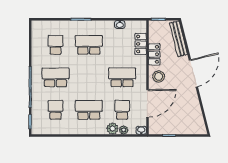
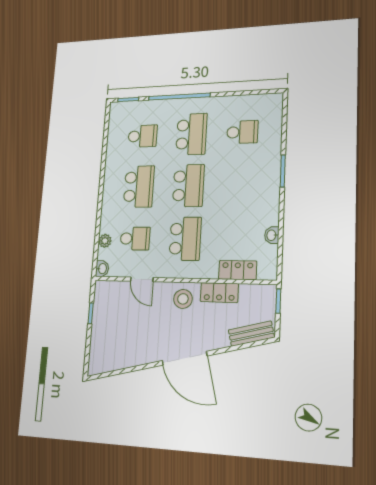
bench: (179, 39) -> (251, 334), width x0.73
school desk: (89, 45) -> (188, 186), moved
door: (147, 103) -> (142, 279), width x0.53
plant: (112, 128) -> (108, 223), removed

